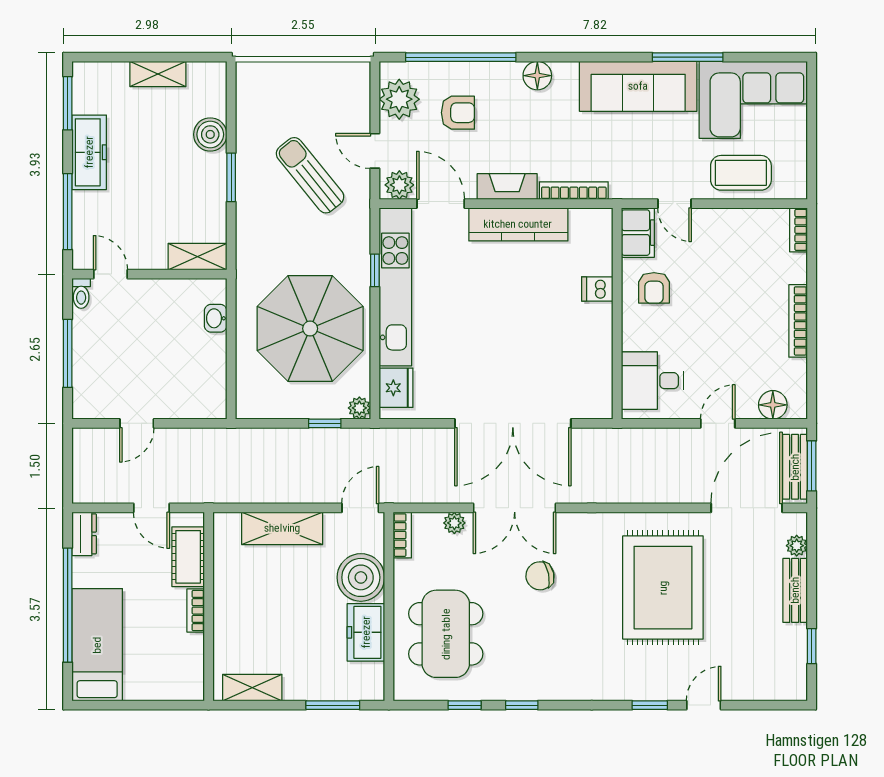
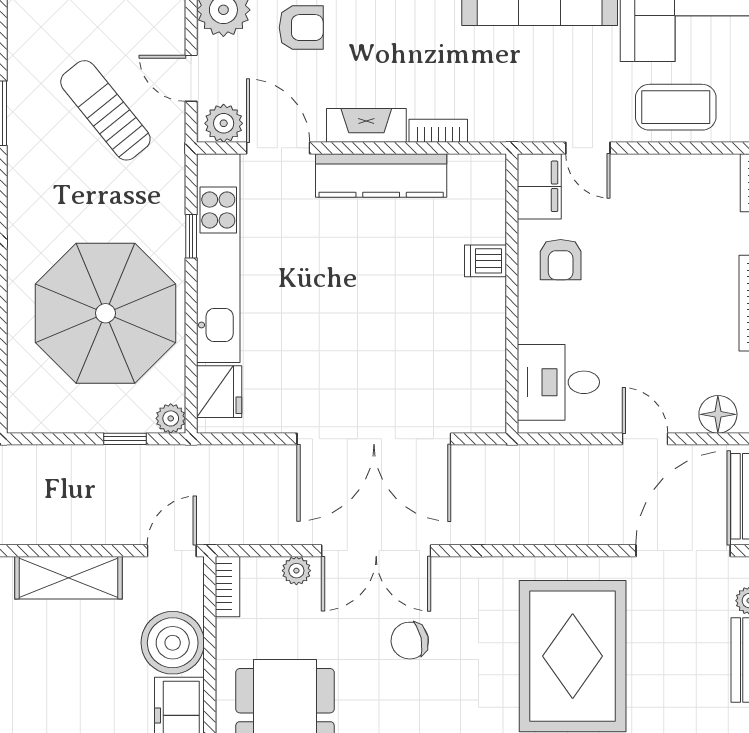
bookcase: (574, 191) -> (438, 131), width x0.64
door: (718, 423) -> (645, 439), hinge flipped

